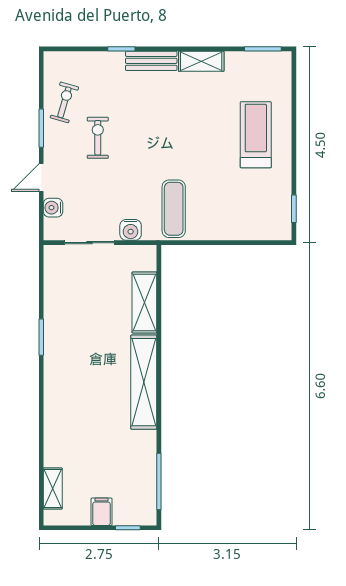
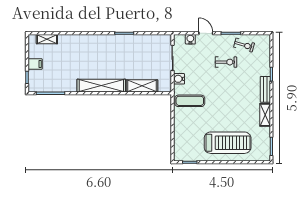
treadmill: (256, 135) -> (228, 143), width x1.37, depth x1.38

